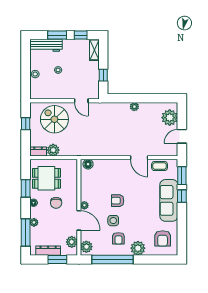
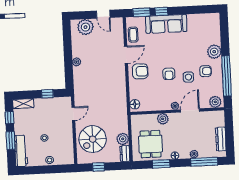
chair: (56, 203) -> (174, 134), removed
armchair: (163, 238) -> (140, 71), moved
plant: (72, 242) -> (163, 119), moved
window: (57, 260) -> (229, 130), removed

